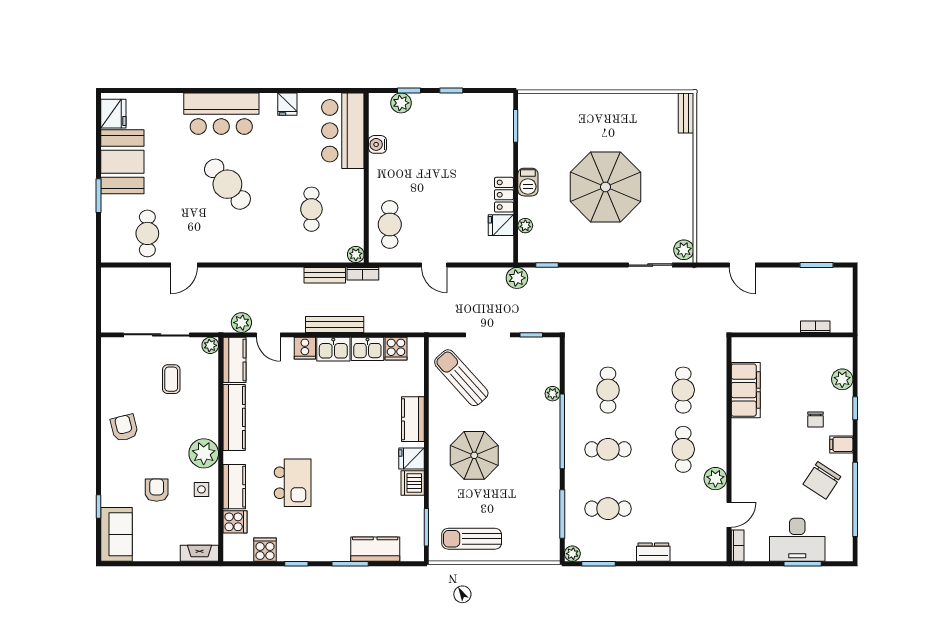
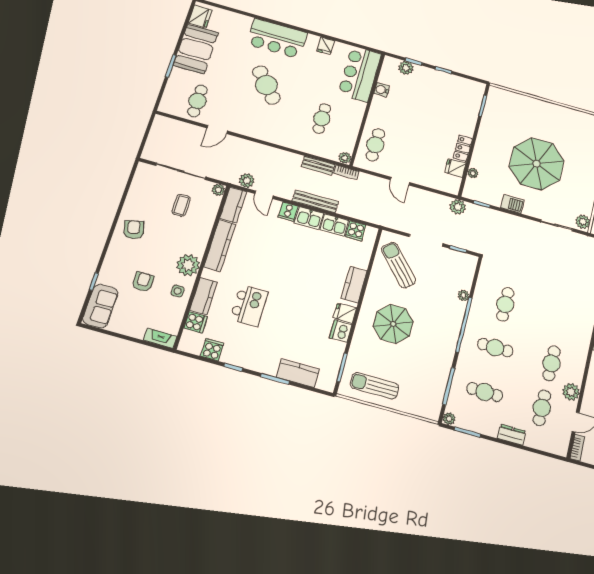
barbecue: (528, 182) -> (512, 204), moved, turned -90
cafe table: (683, 390) -> (542, 408), moved

